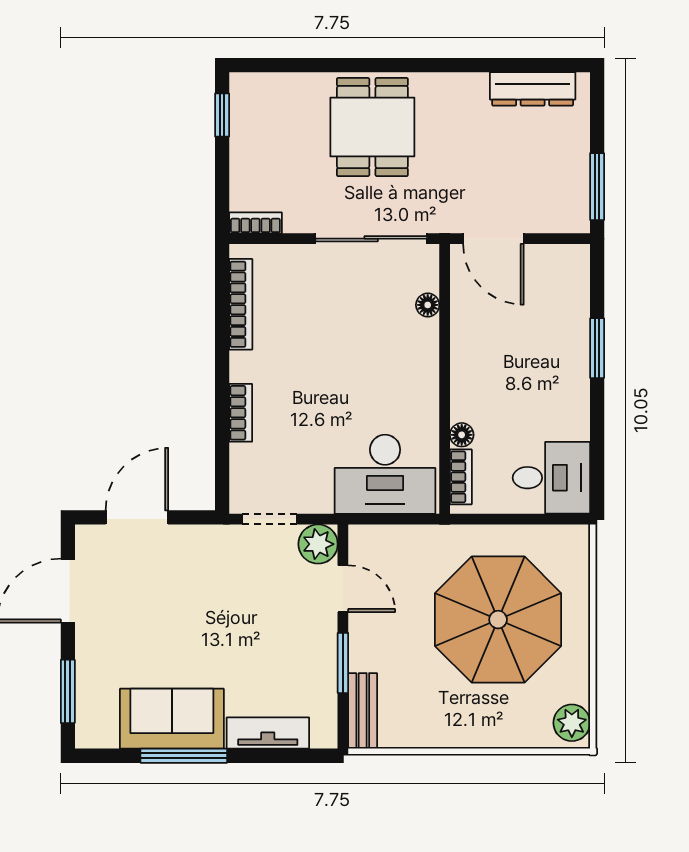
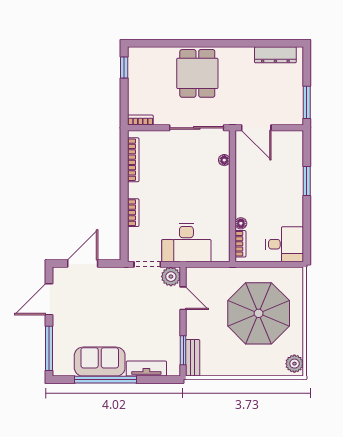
desk: (385, 474) -> (186, 243), moved
window: (343, 663) -> (183, 350), moved
window: (68, 691) -> (49, 348), width x1.44
window: (184, 756) -> (105, 380), width x1.46

